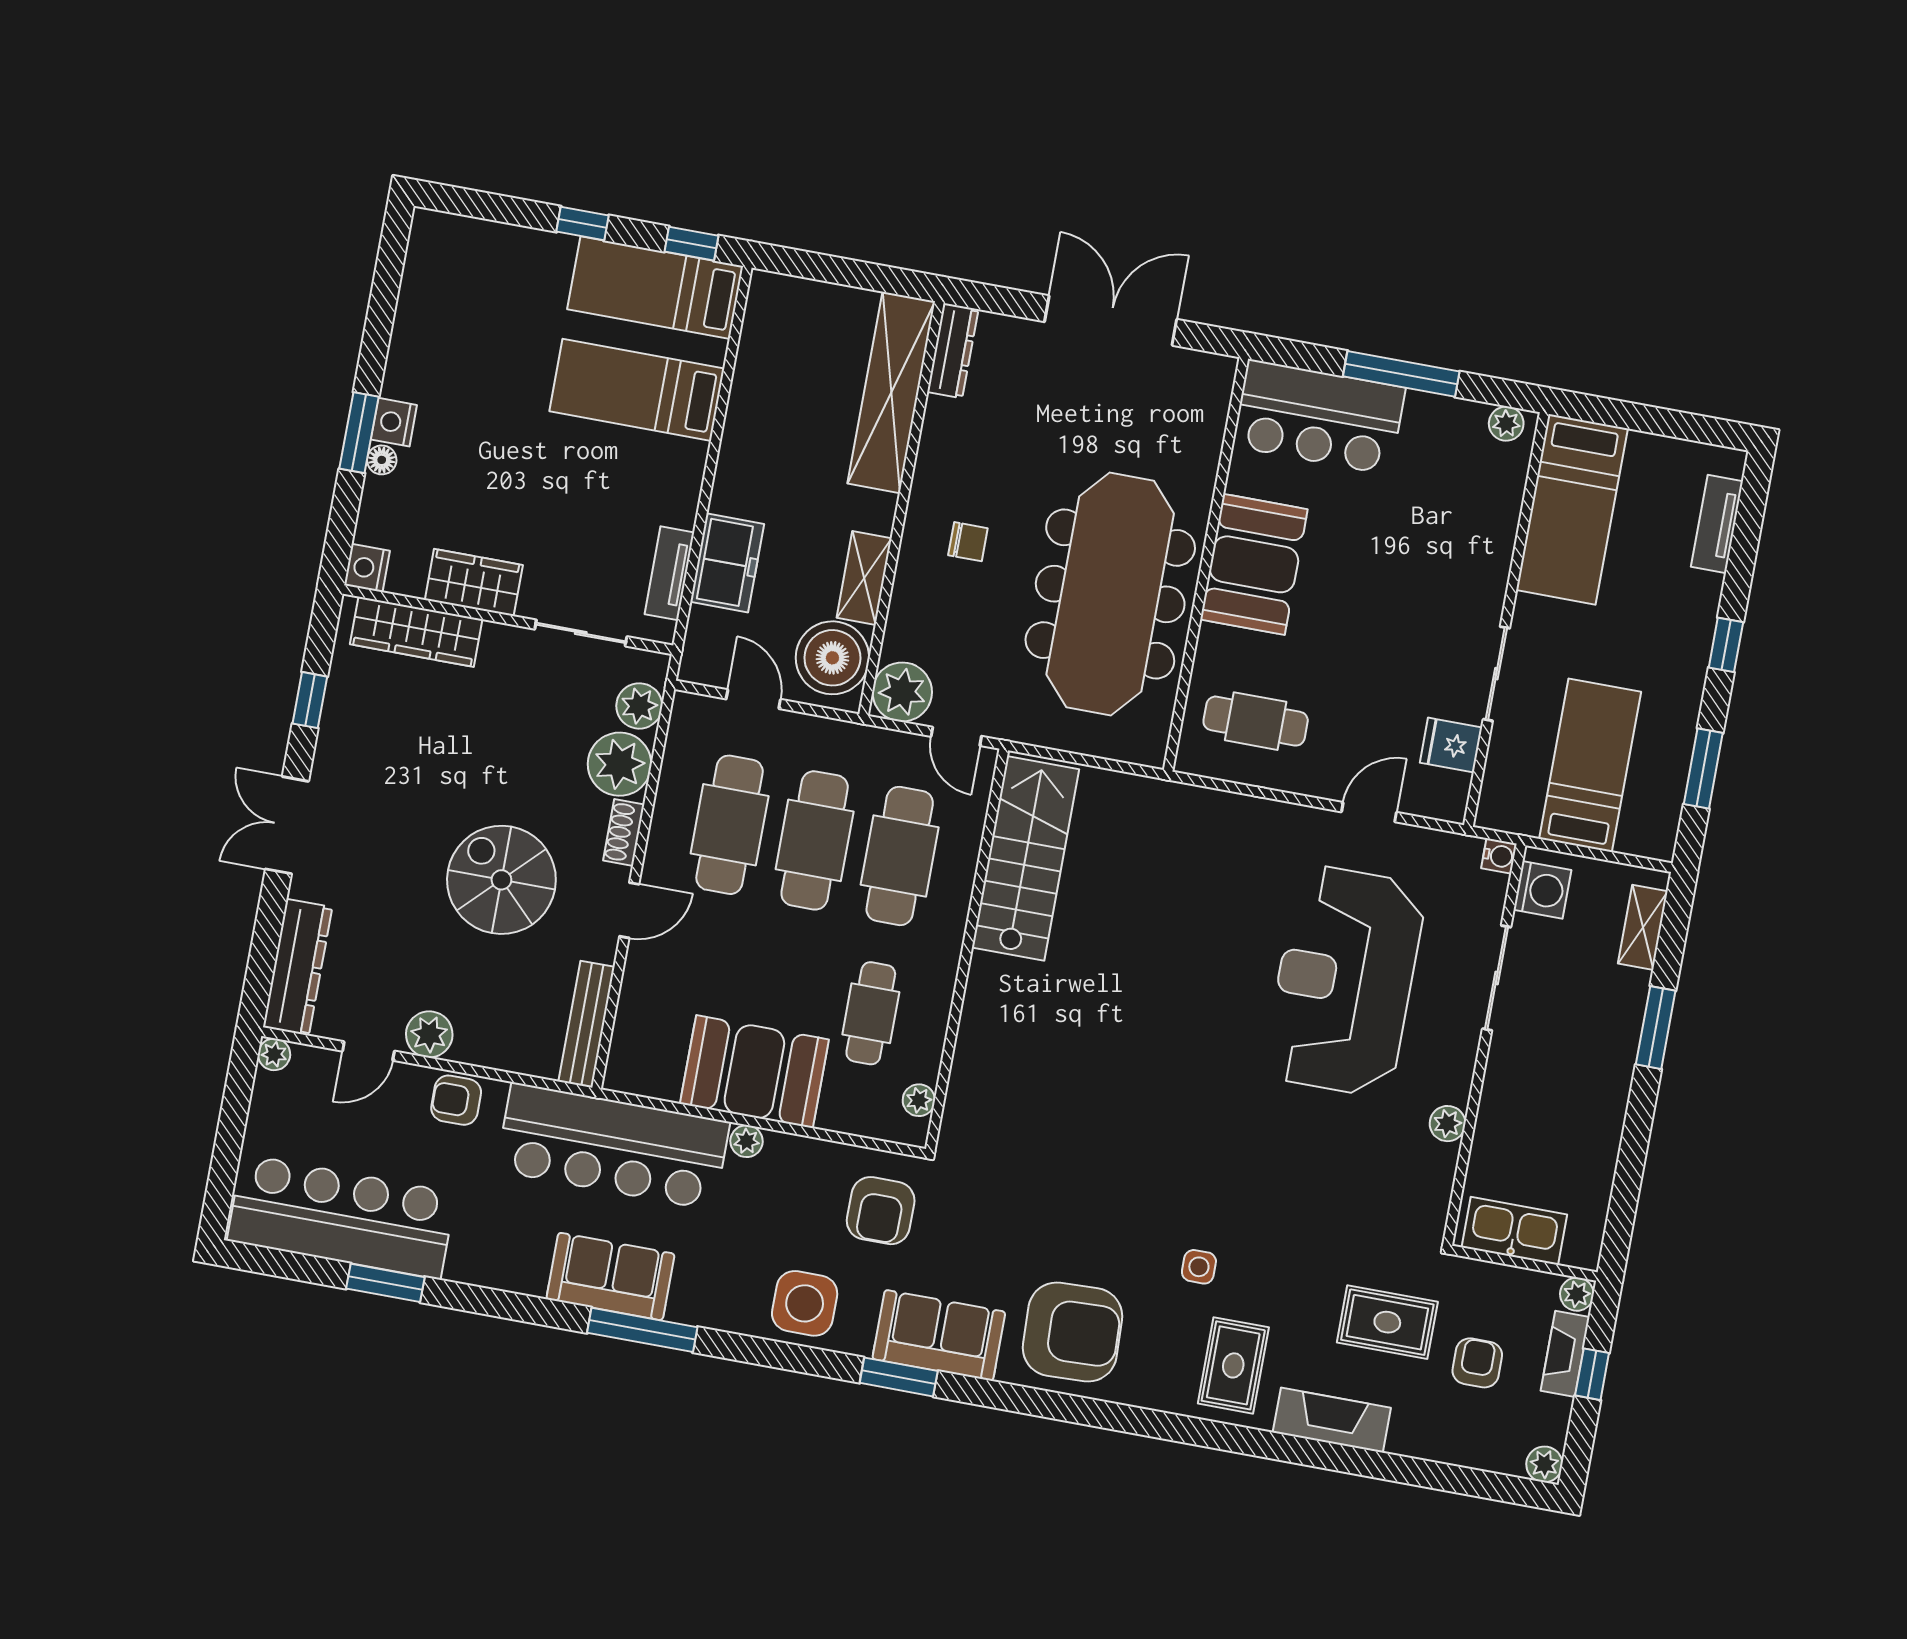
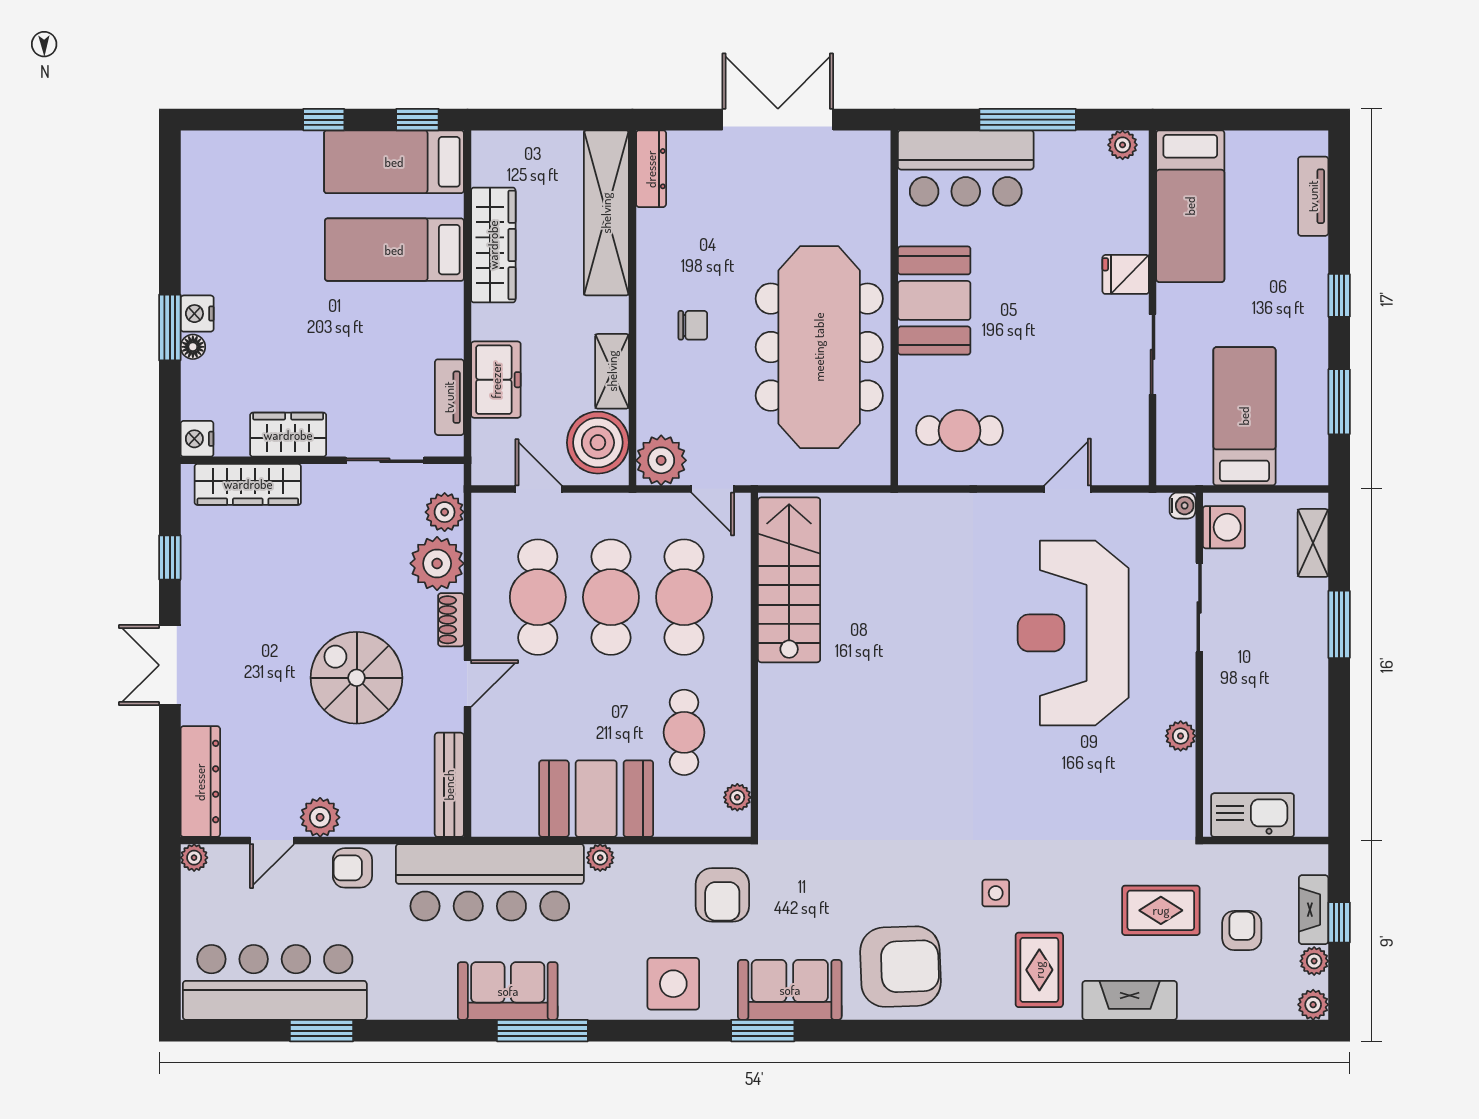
wardrobe: (753, 406) -> (493, 245), added
fridge: (1451, 745) -> (1126, 274), moved
plant: (1577, 1294) -> (1314, 961), moved

